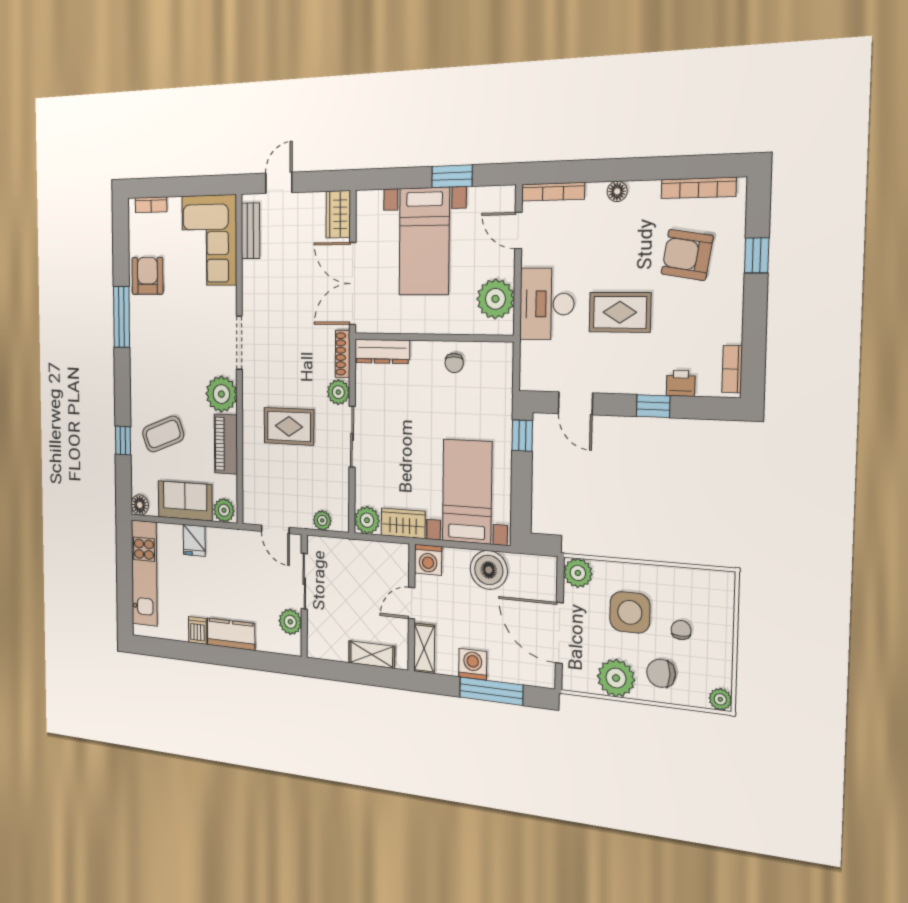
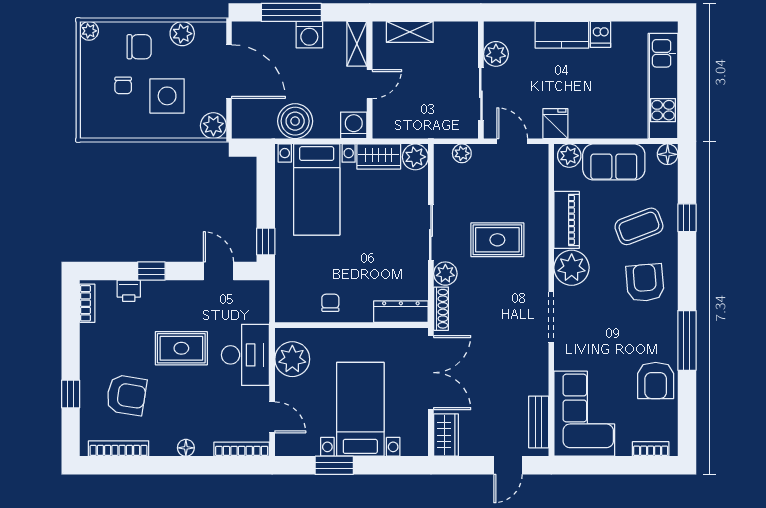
armchair: (157, 376) -> (645, 283), added
fridge: (194, 540) -> (555, 124), moved
plant: (616, 678) -> (182, 34), width x0.73, depth x0.73

